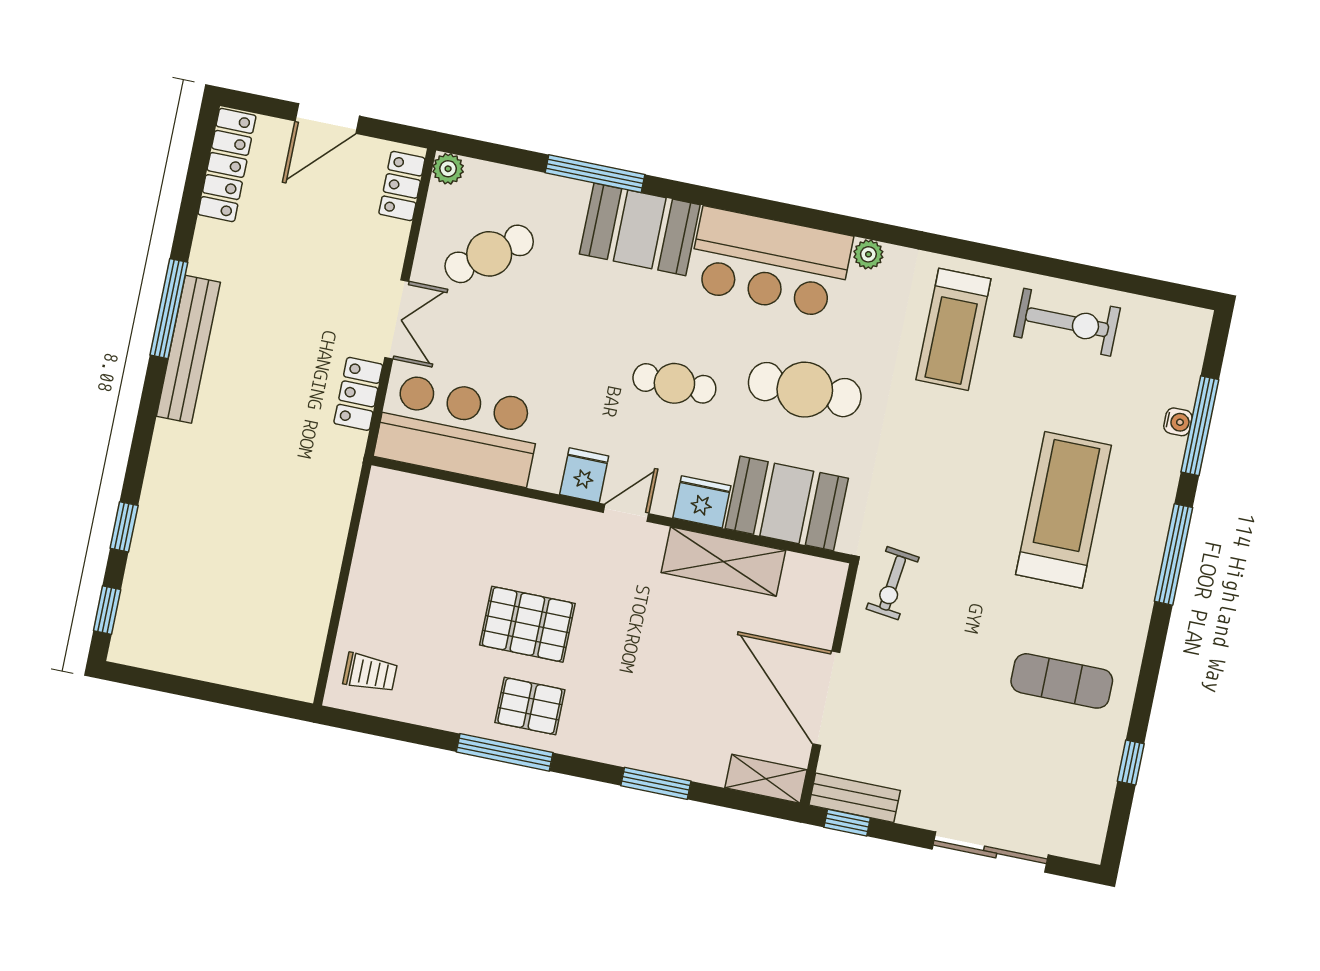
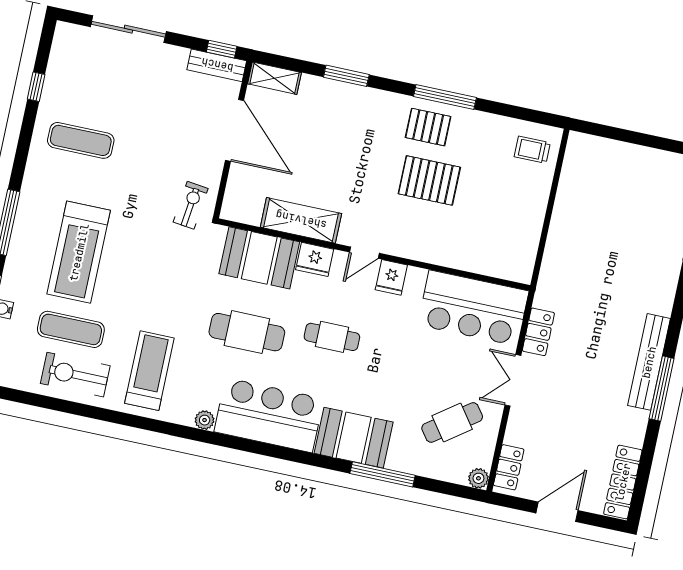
exercise mat: (1074, 391) -> (71, 329), added

